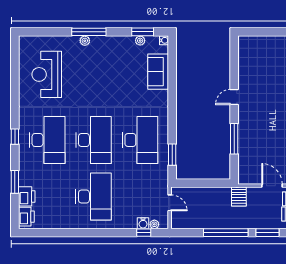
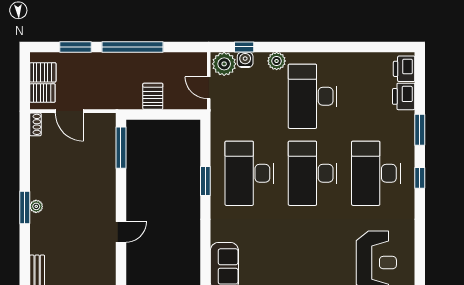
window: (234, 139) -> (121, 148), moved
window: (172, 155) -> (205, 181), moved
window: (15, 182) -> (420, 130), moved
server rack: (239, 196) -> (153, 96), moved
plant: (120, 222) -> (277, 61), added
plant: (154, 224) -> (224, 64), width x1.88, depth x1.88

